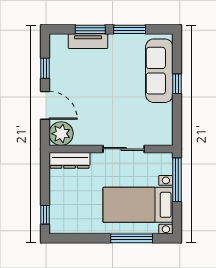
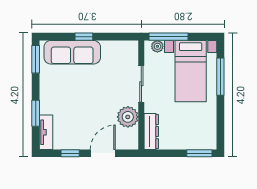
window: (130, 29) -> (36, 59), moved
tv unit: (88, 41) -> (46, 132), moved
plant: (61, 134) -> (128, 117), moved
plant: (166, 167) -> (157, 46), added
window: (45, 215) -> (199, 153), width x1.50

